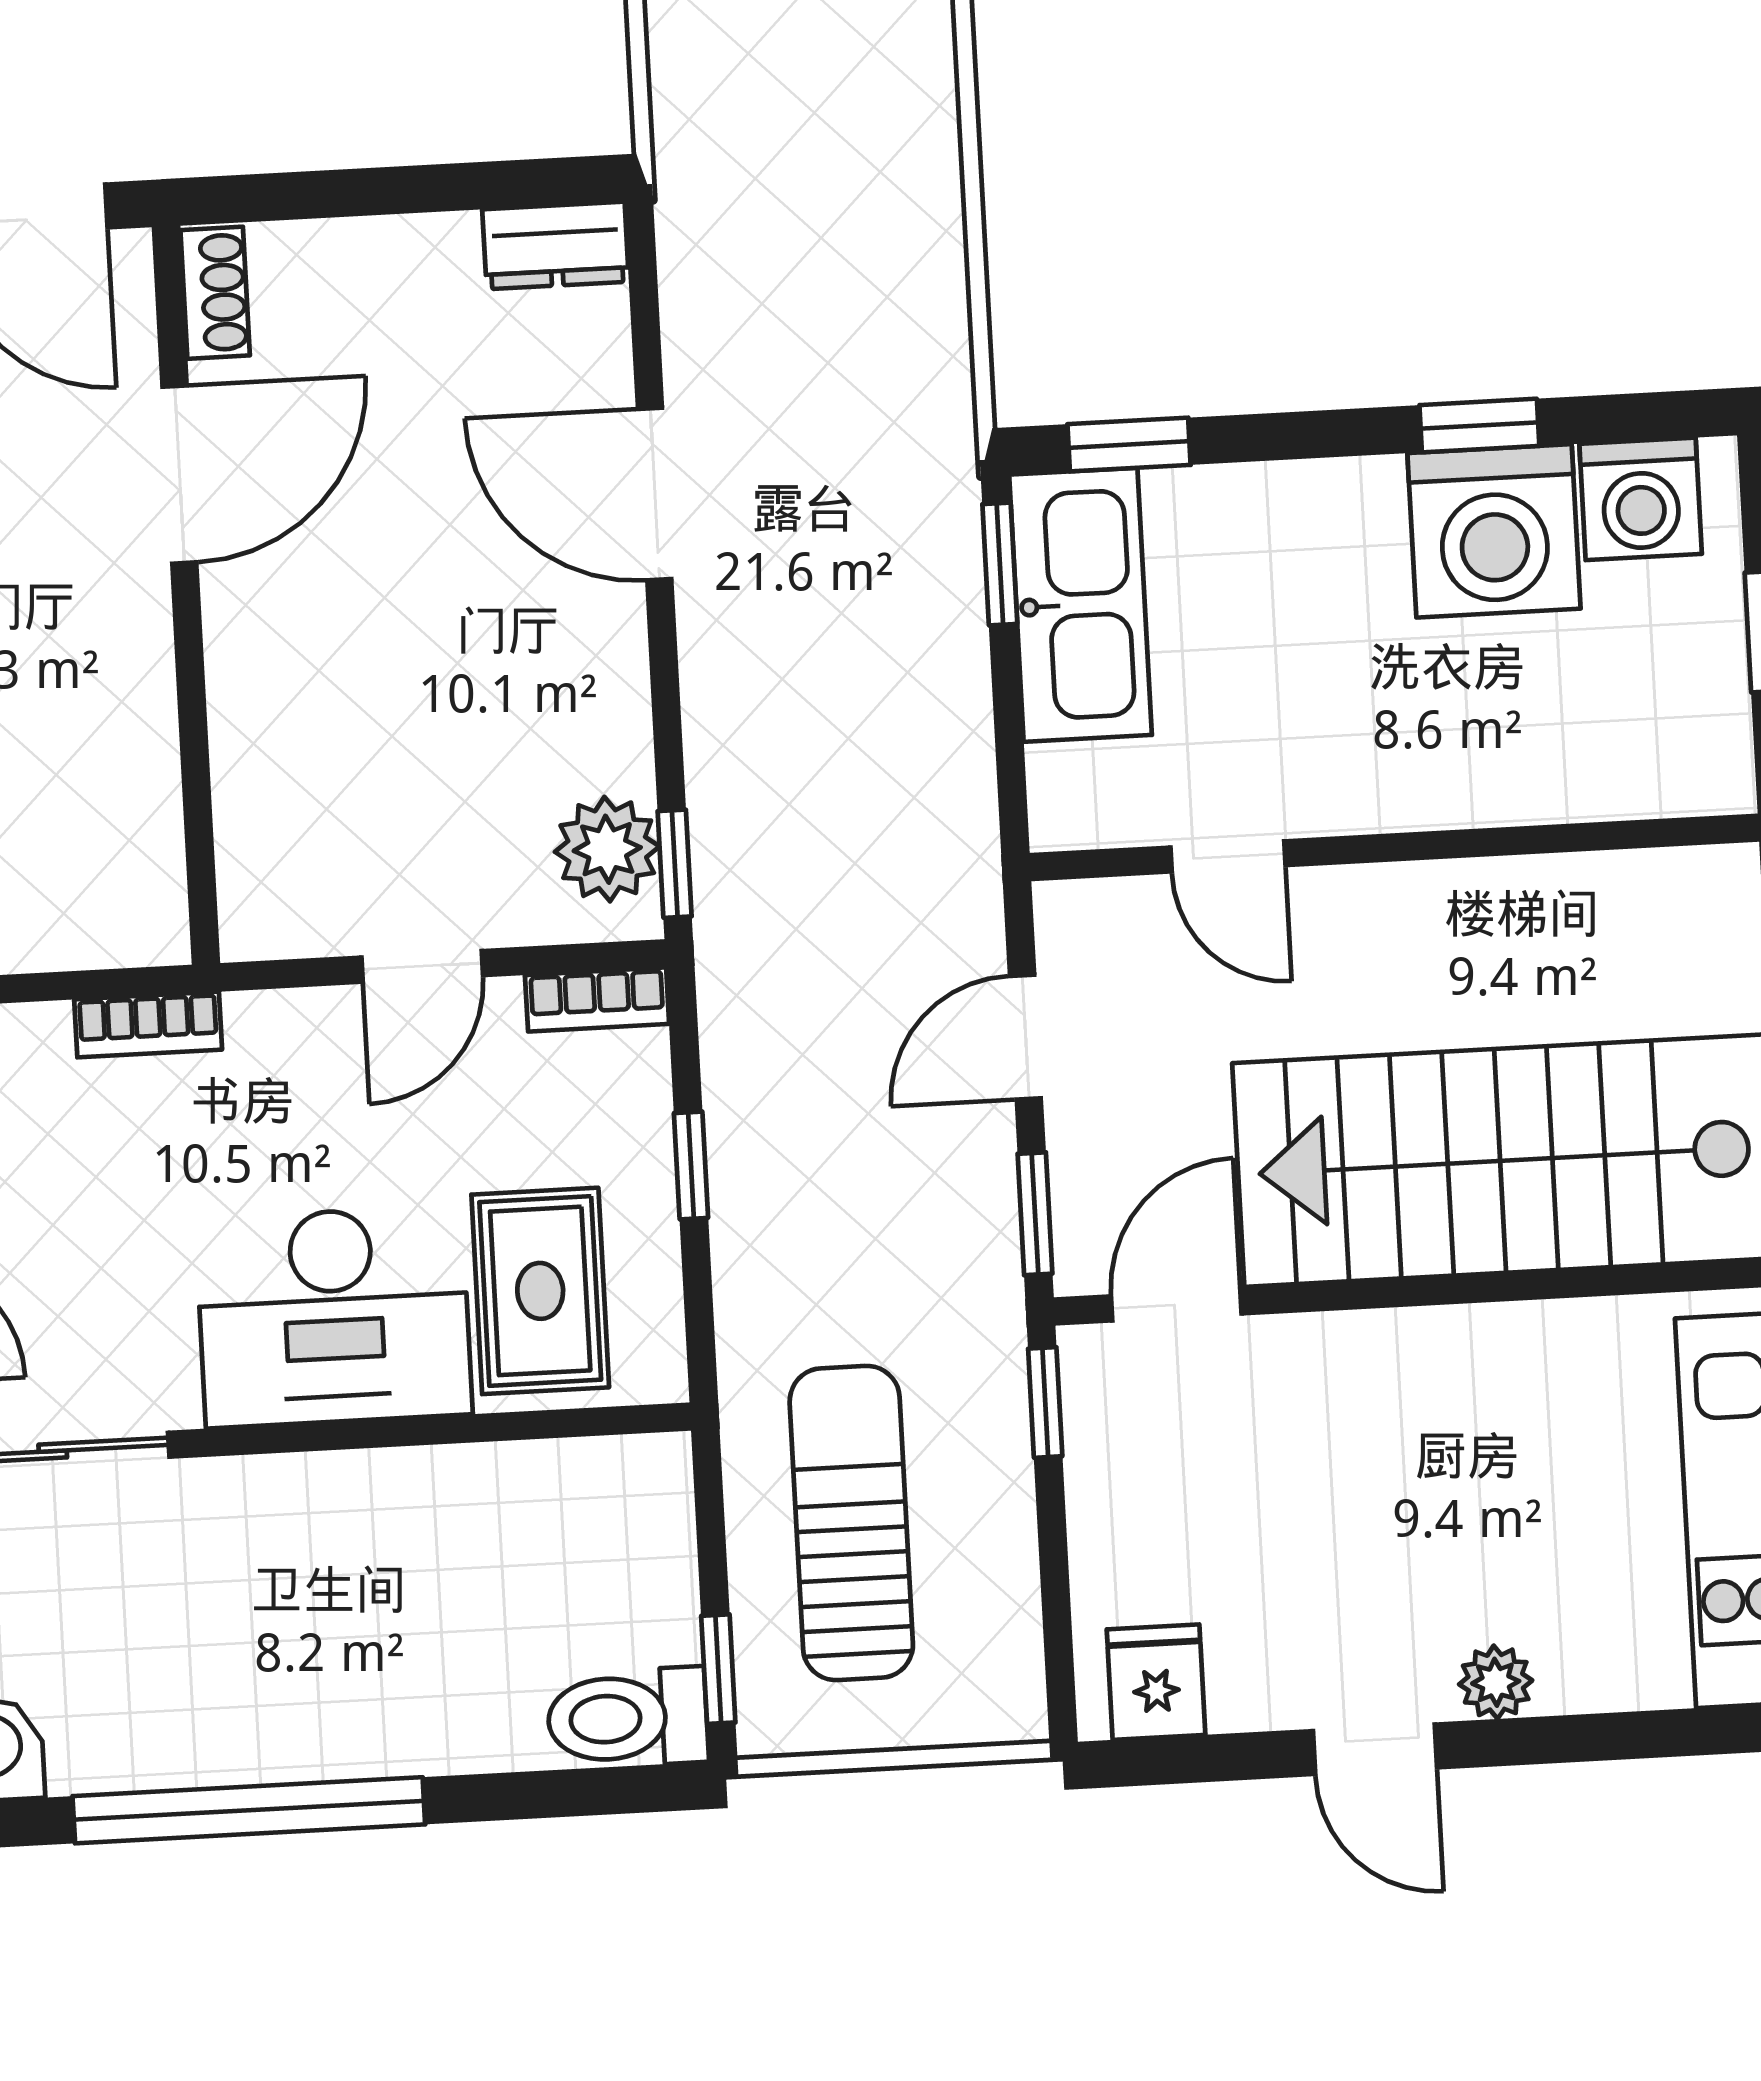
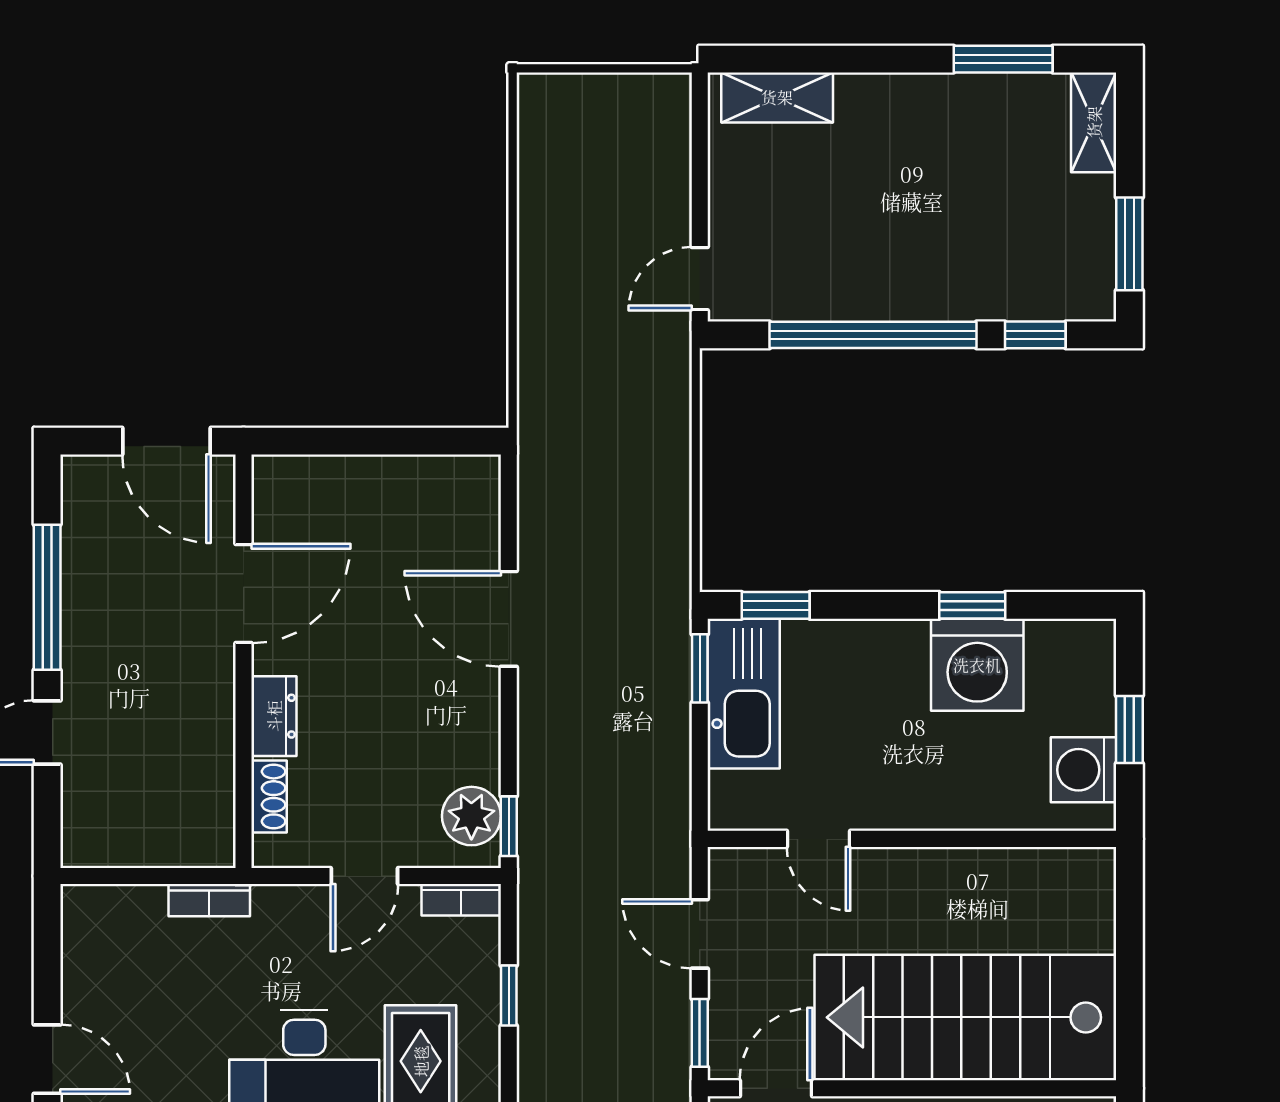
dresser: (556, 245) -> (274, 716), moved, turned -90
shoe rack: (215, 293) -> (269, 796), moved
washing machine: (1641, 499) -> (1084, 770), moved, turned 90
door: (1025, 1037) -> (700, 934), hinge flipped

